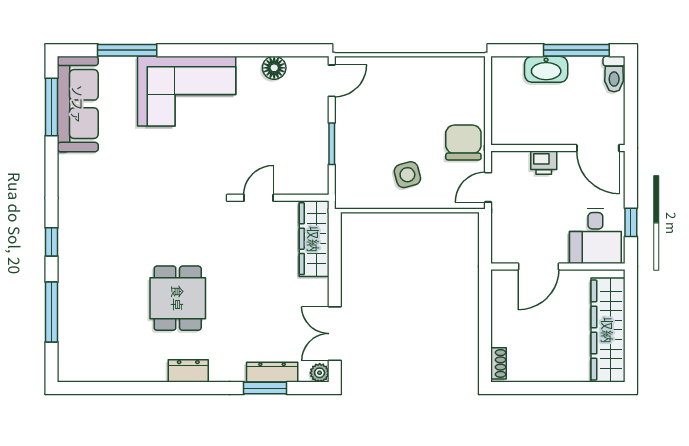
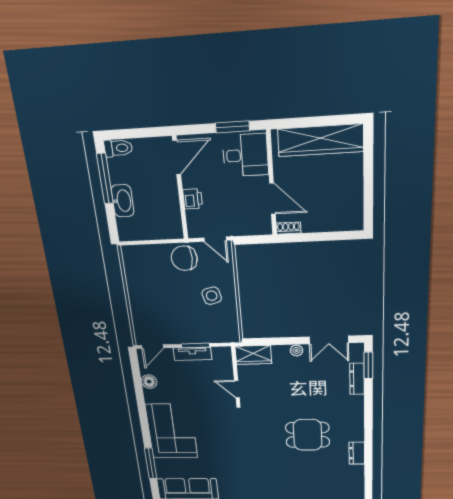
door: (332, 81) -> (152, 347), swing flipped
tv unit: (318, 138) -> (192, 354), added
window: (631, 222) -> (232, 127), width x1.50
wardrobe: (314, 239) -> (253, 355), width x0.67
shoe rack: (499, 363) -> (288, 228), moved
dresser: (188, 371) -> (357, 453), moved
plant: (320, 373) -> (297, 350), moved
window: (265, 388) -> (368, 365), moved

